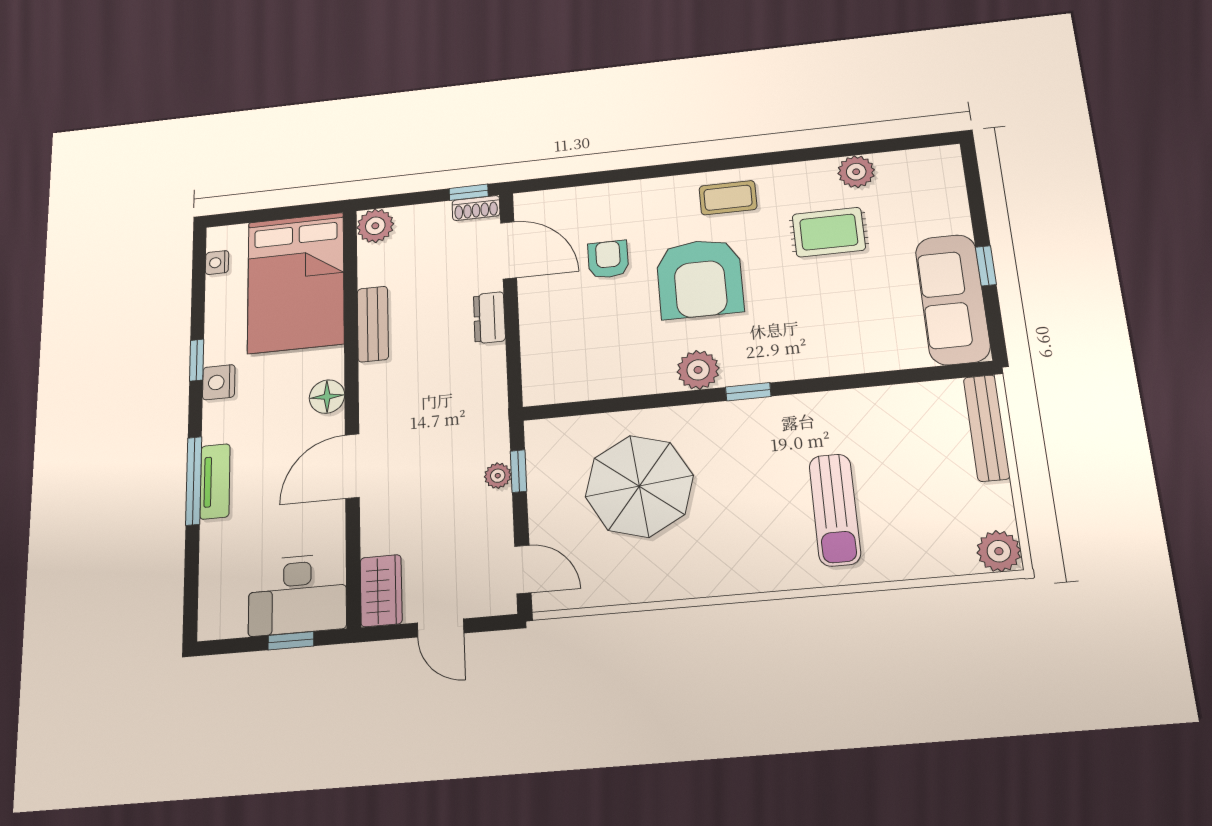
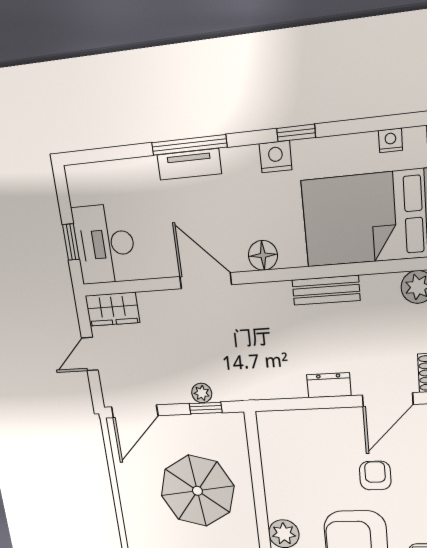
armchair: (608, 259) -> (375, 475), turned -90
door: (523, 569) -> (135, 411), width x1.38

